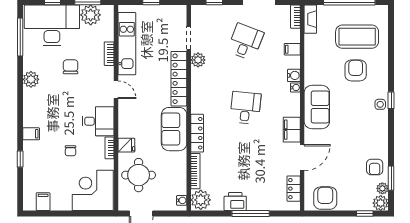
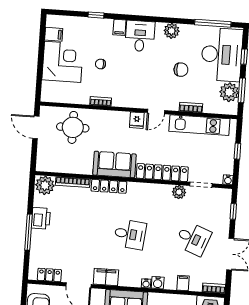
desk: (98, 121) -> (140, 36), moved, turned 180
fridge: (126, 145) -> (137, 120), moved
corner desk: (93, 190) -> (63, 62), moved
water cooler: (182, 200) -> (228, 180), moved

